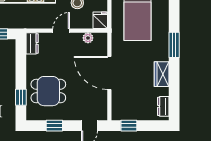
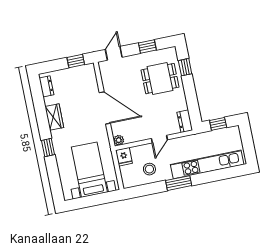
plant: (88, 38) -> (119, 140), moved
window: (174, 45) -> (48, 147), width x0.67

